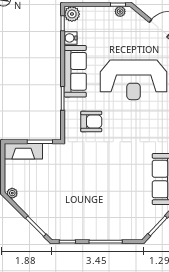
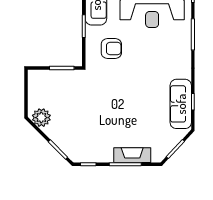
fireplace: (23, 151) -> (132, 155), moved, turned 180
plant: (12, 193) -> (41, 118), width x1.88, depth x1.88

